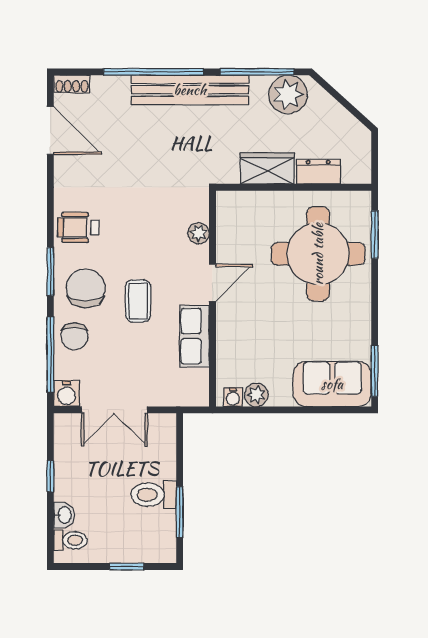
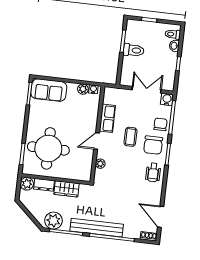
plant: (357, 169) -> (27, 184), added
wheelchair: (78, 227) -> (153, 172), turned 90

